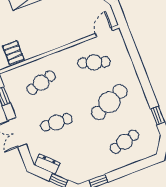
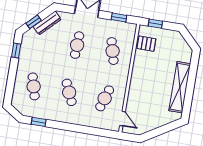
cafe table: (109, 102) -> (69, 92), width x0.73, depth x0.74
dresser: (47, 164) -> (47, 23), width x1.44

